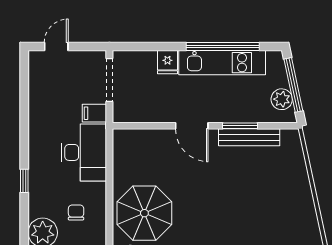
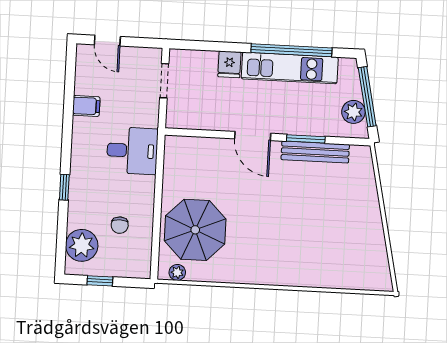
door: (56, 47) -> (107, 41), swing flipped
doorway: (109, 80) -> (164, 81), width x0.73
filing cabinet: (94, 113) -> (86, 106), moved, turned 180
desk: (84, 152) -> (132, 151), width x0.73
chair: (76, 212) -> (120, 225), turned 180

